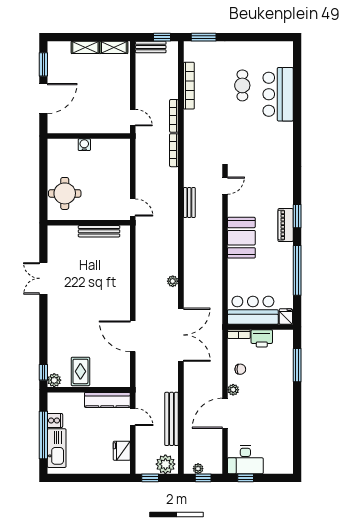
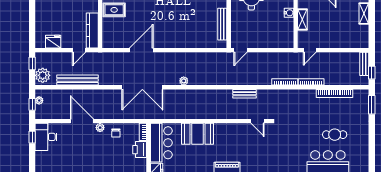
shelving: (114, 47) -> (302, 19), moved
booth: (241, 238) -> (197, 134), moved

